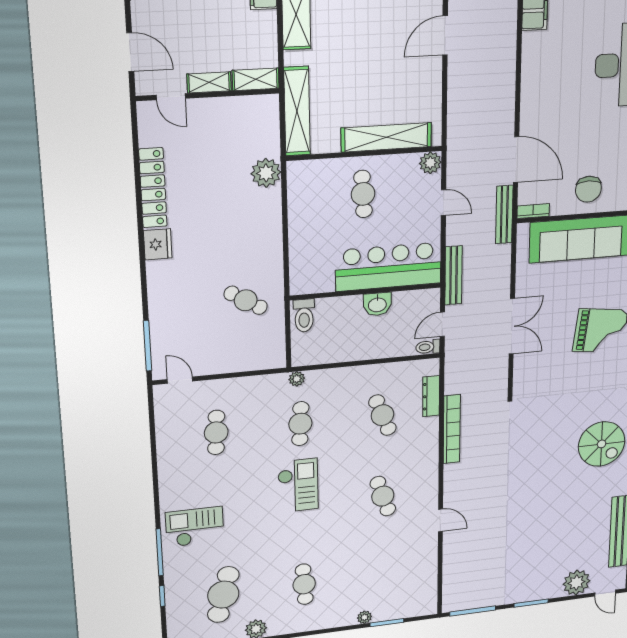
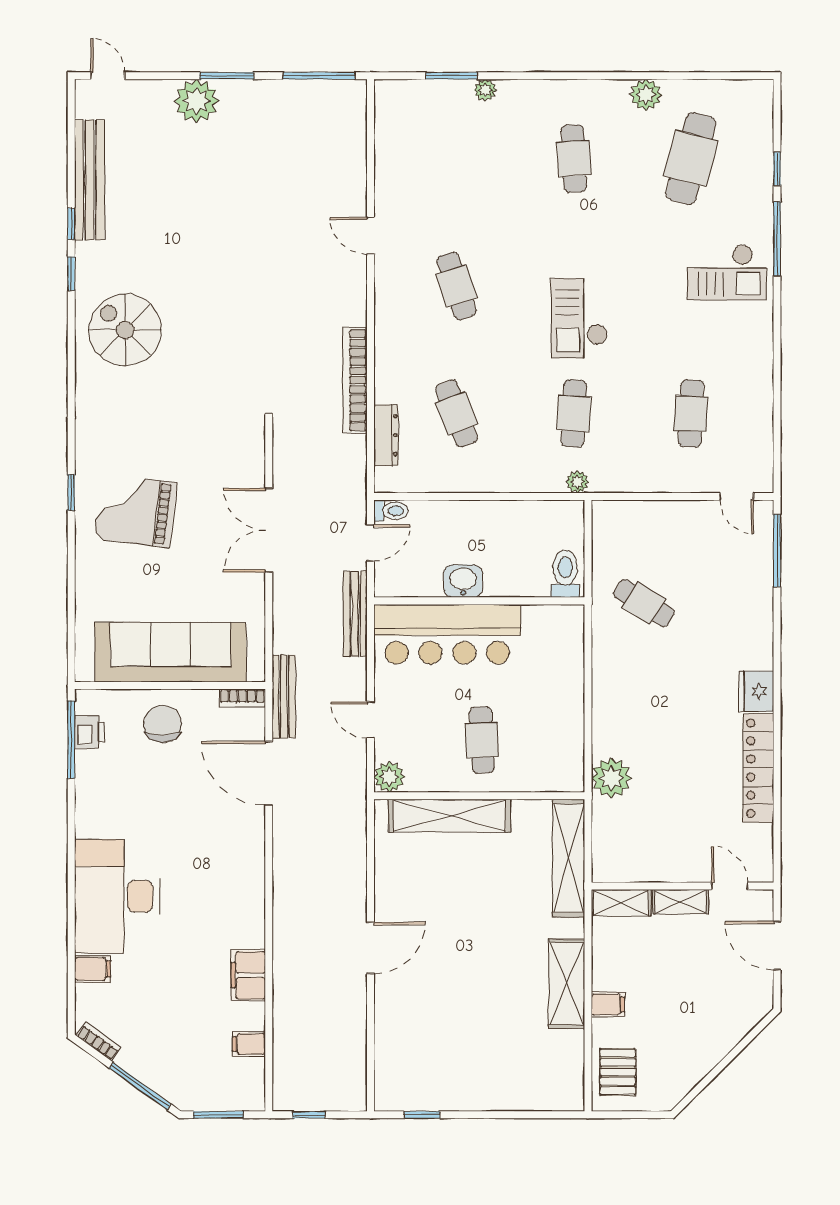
plant: (576, 583) -> (196, 101), moved

